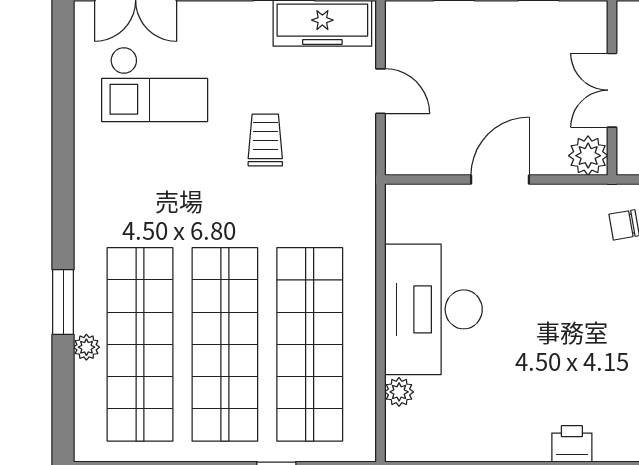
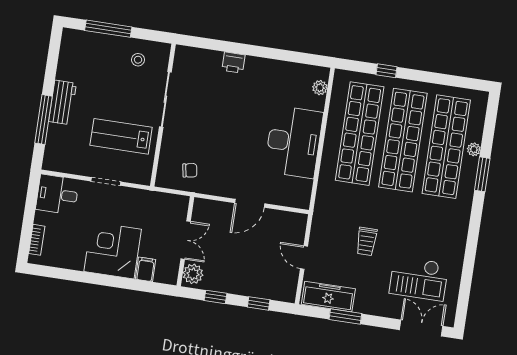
checkout: (155, 84) -> (419, 278), turned 180
plant: (588, 156) -> (193, 274), moved
plant: (399, 392) -> (320, 88), moved

